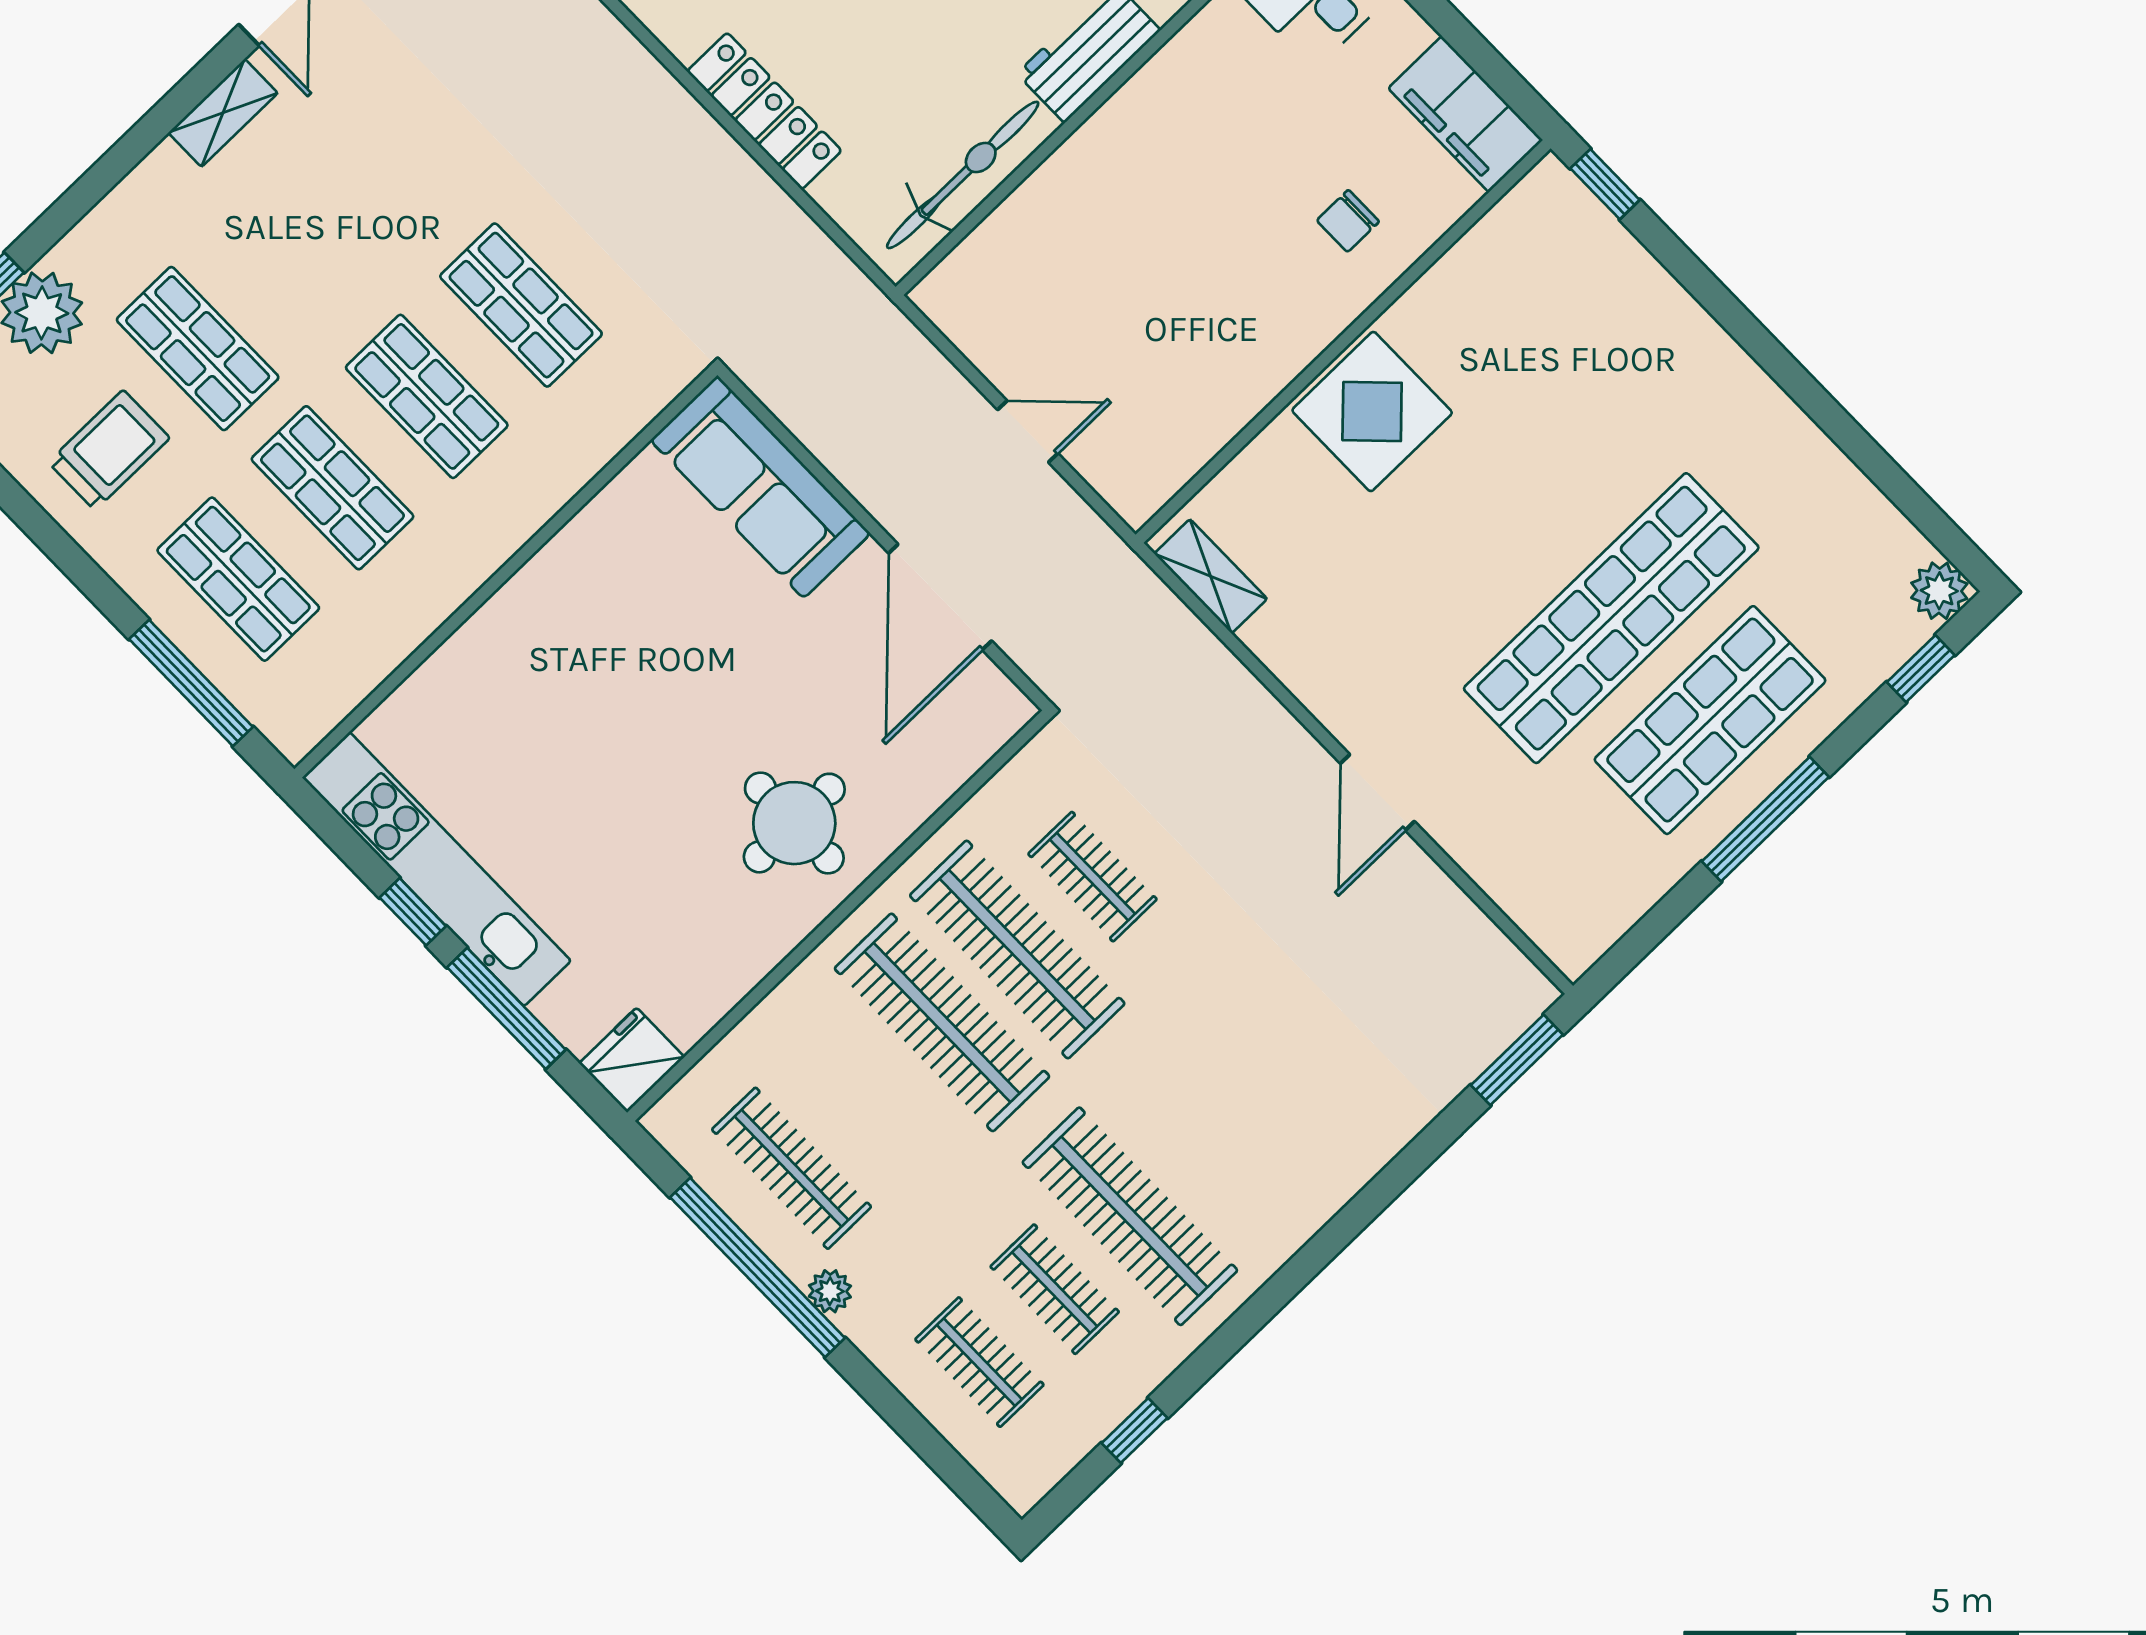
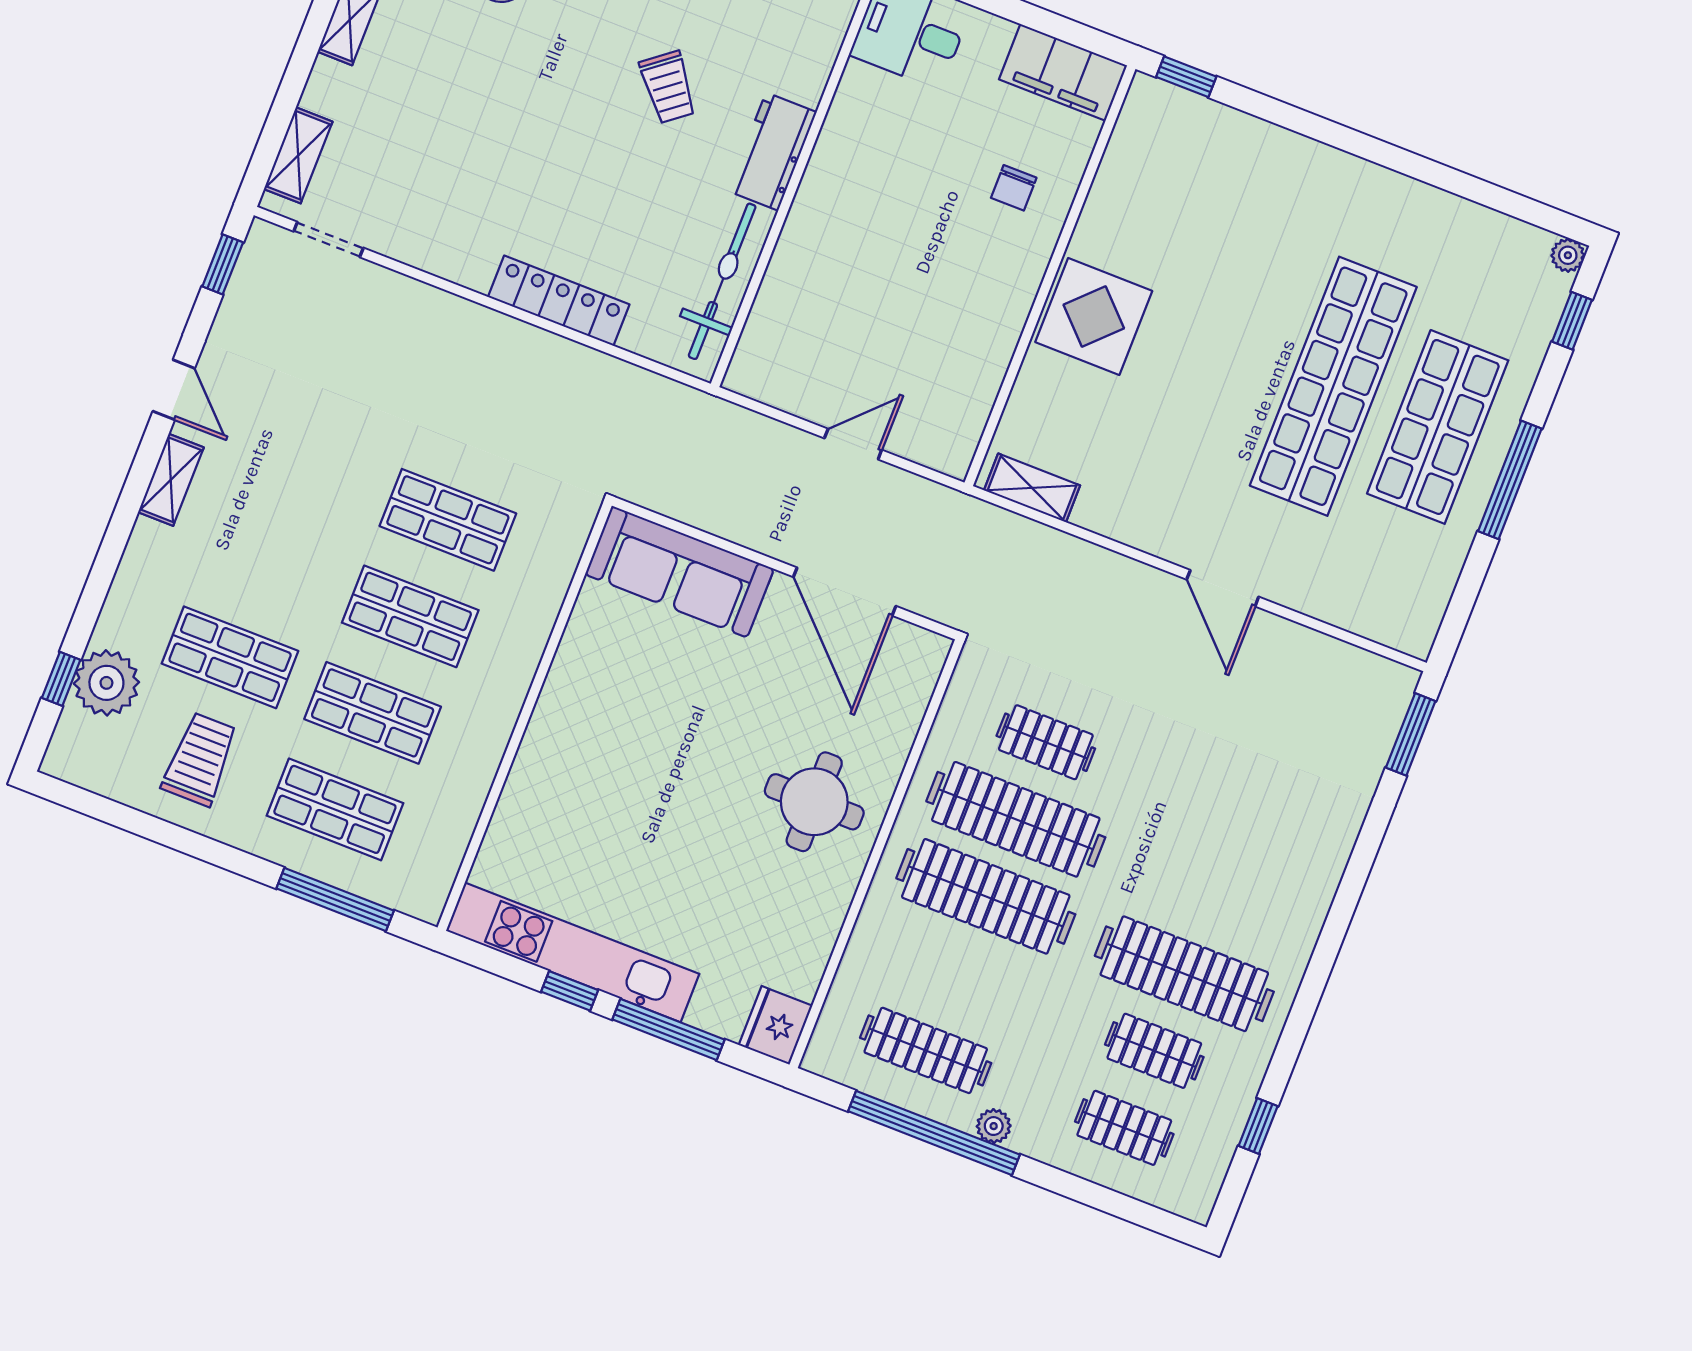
plant: (1939, 591) -> (1568, 255), width x0.73, depth x0.73

